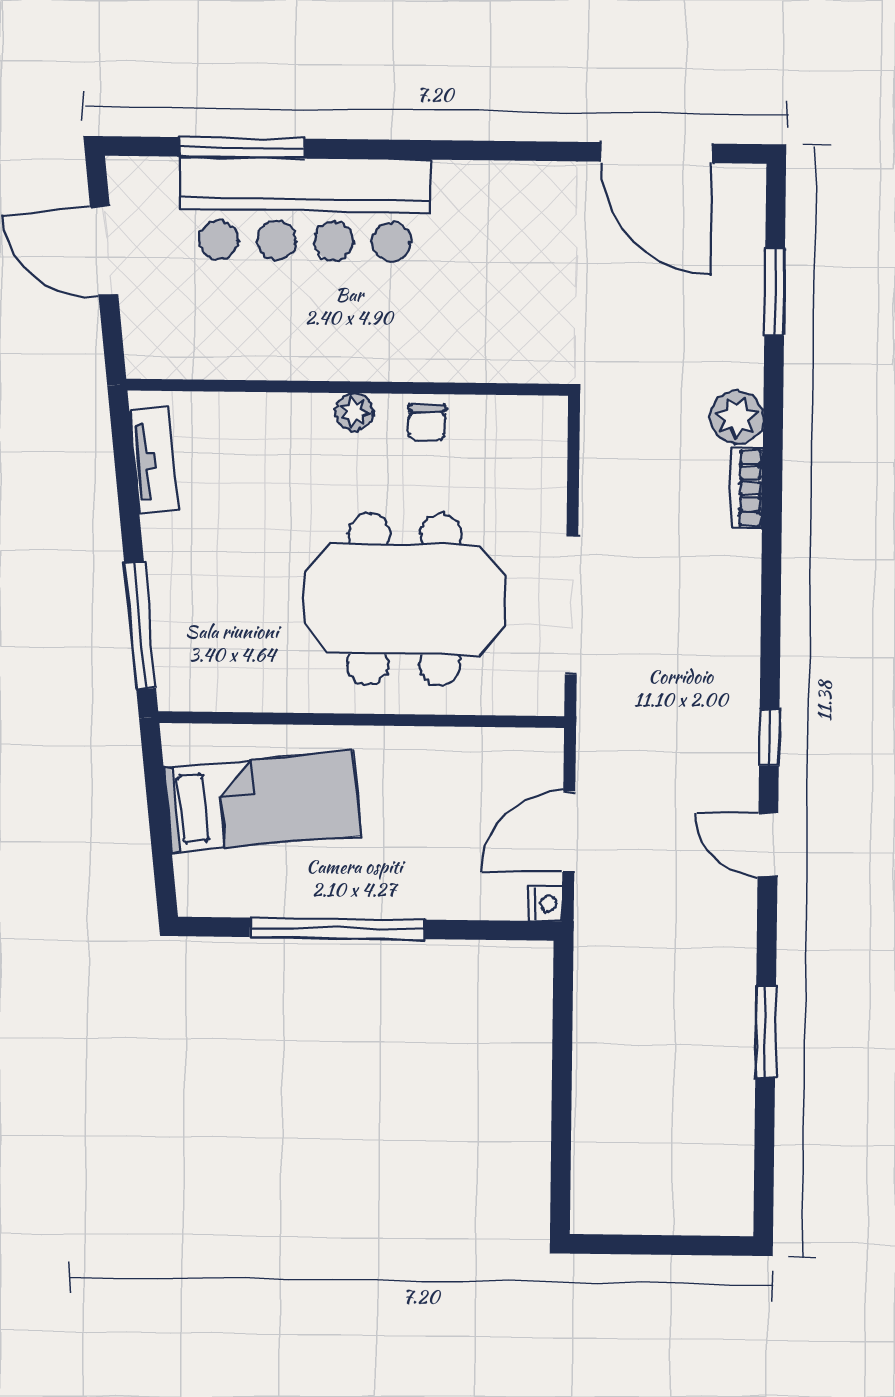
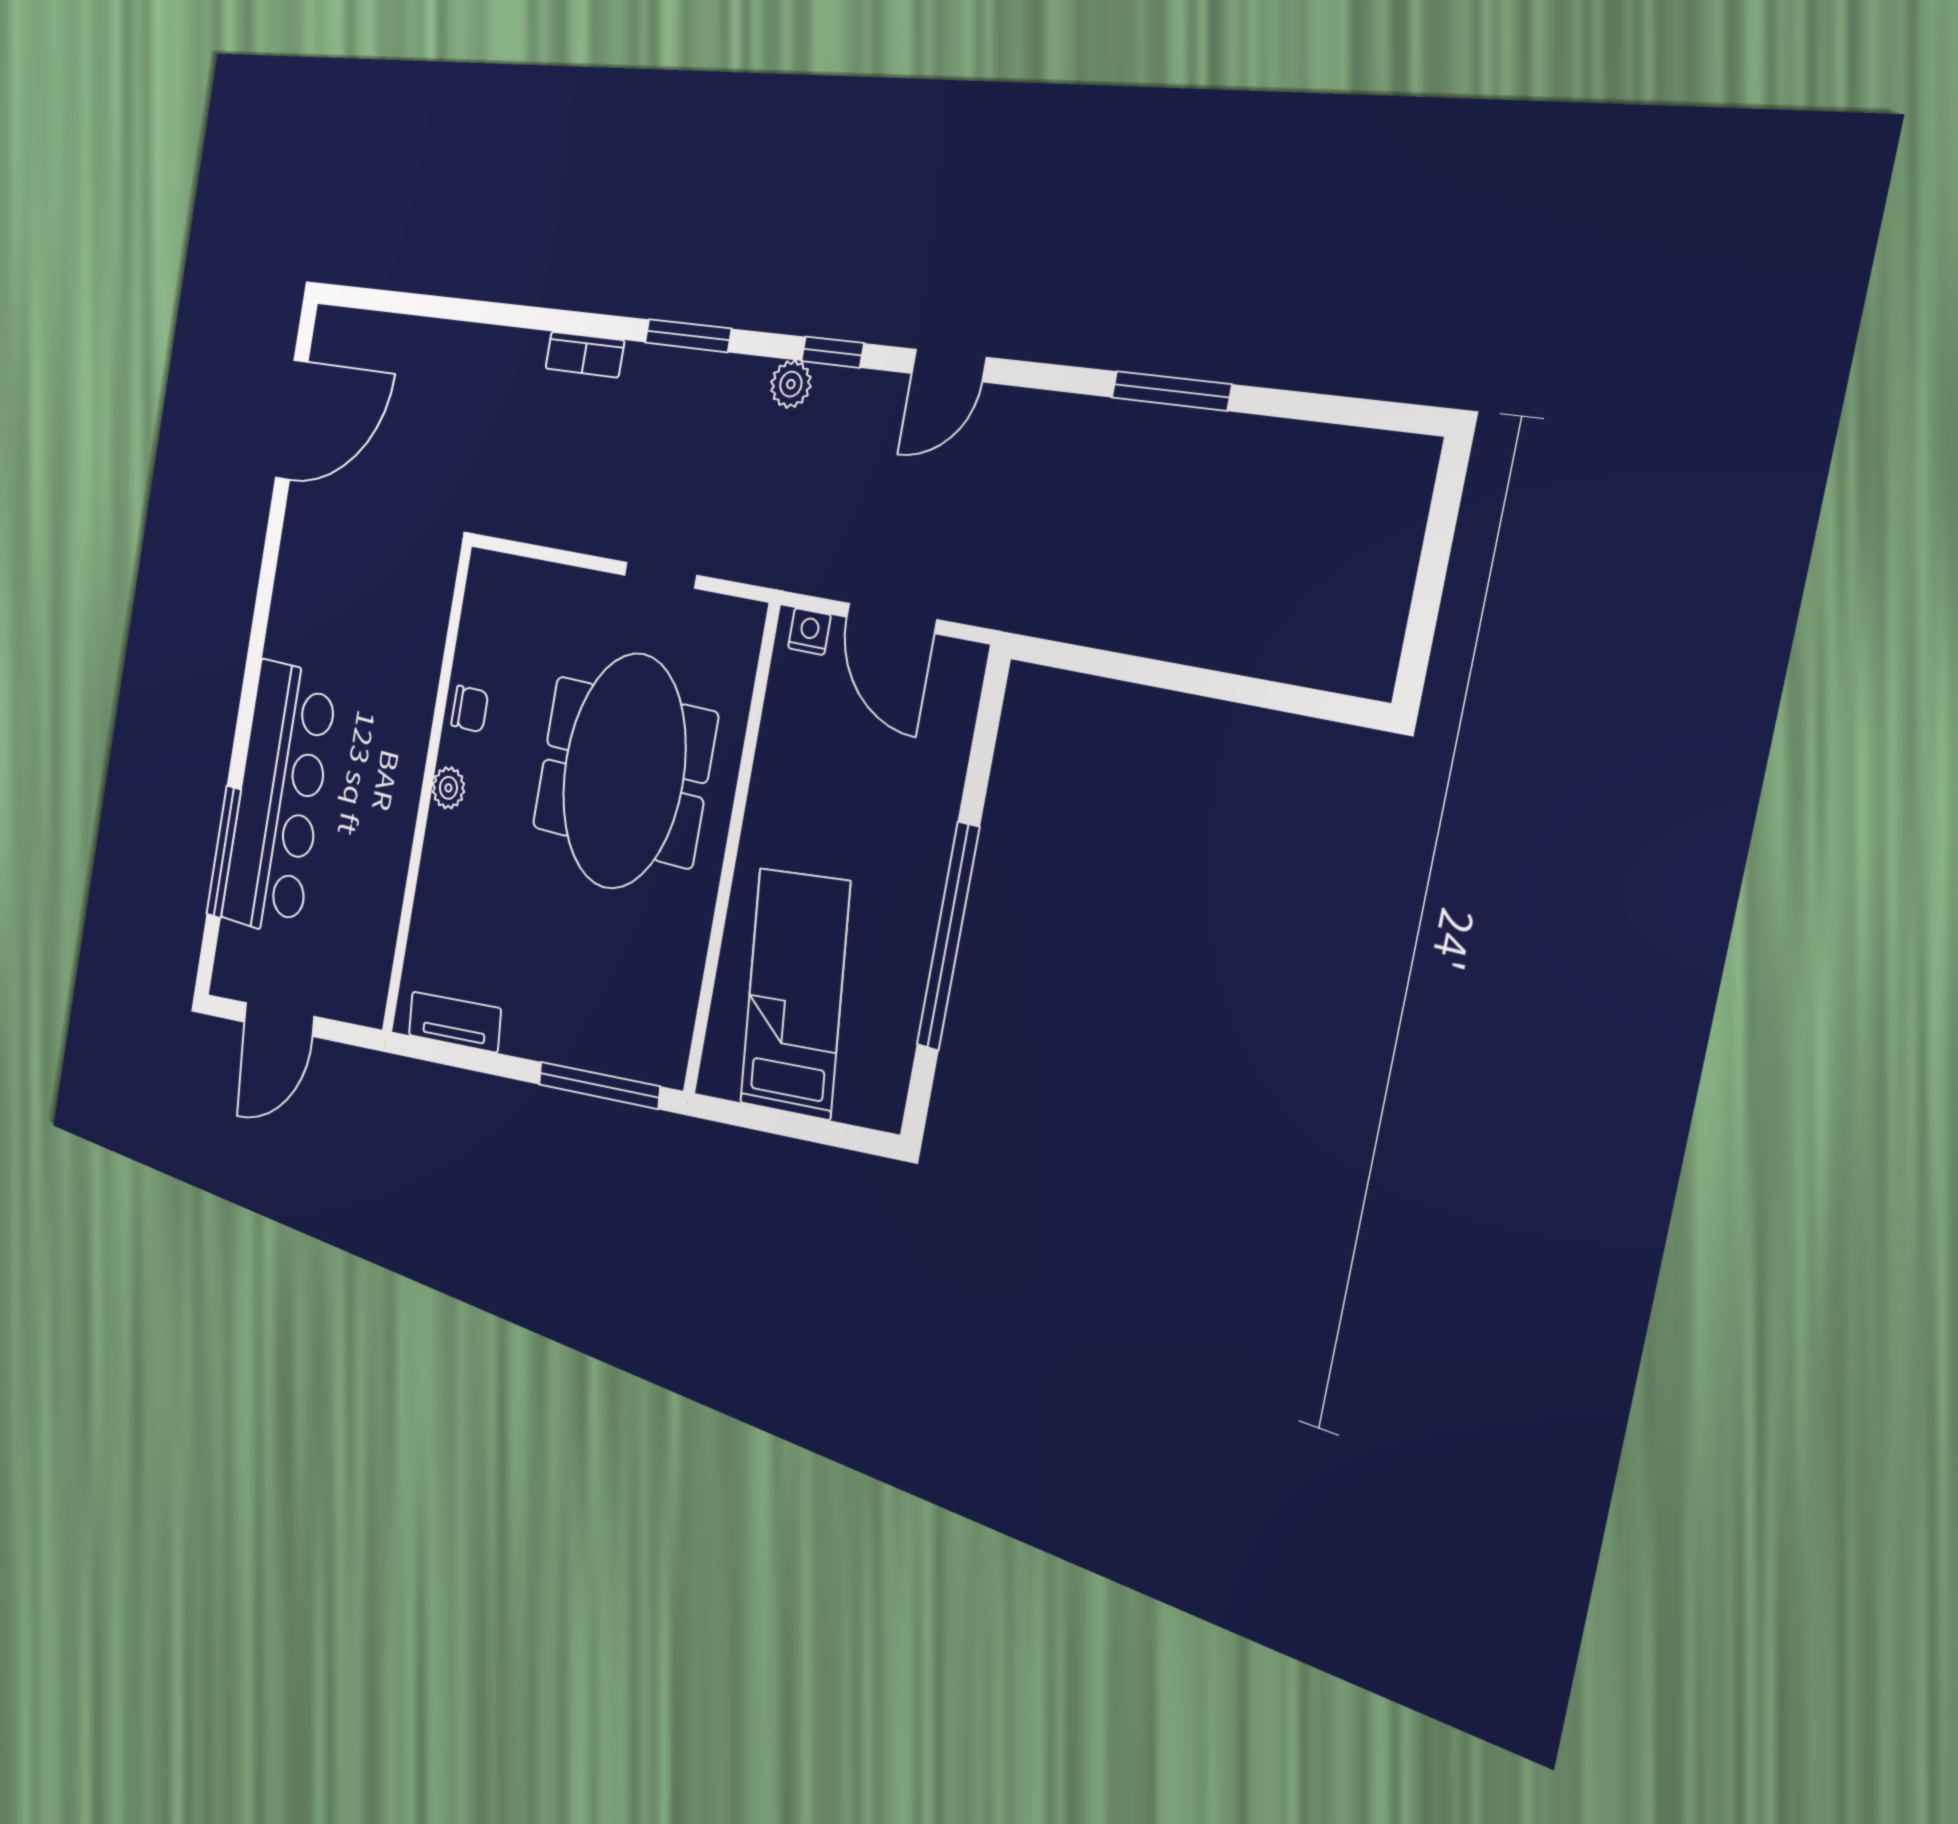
window: (775, 292) -> (688, 336), moved
plant: (737, 417) -> (791, 384), moved, width x0.73, depth x0.73
doorway: (572, 605) -> (660, 575), width x0.53
nightstand: (546, 904) -> (809, 632), moved

